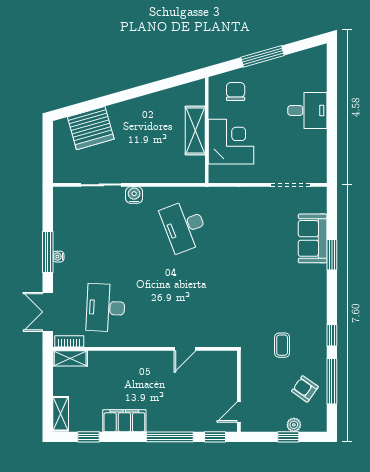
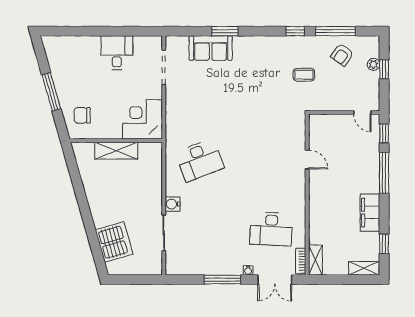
desk: (307, 110) -> (117, 53), moved
corner desk: (231, 142) -> (143, 119), moved
water cooler: (58, 257) -> (248, 270), moved

